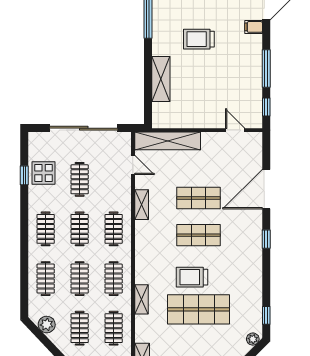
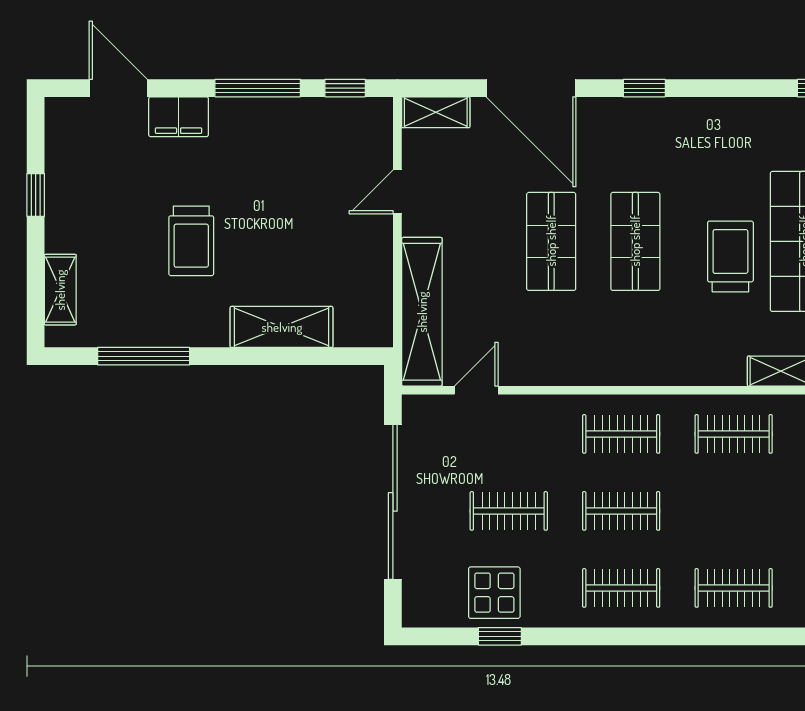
filing cabinet: (254, 27) -> (179, 117), width x2.00
door: (235, 130) -> (397, 192), moved
shelving: (142, 205) -> (436, 112), moved
trolley: (192, 277) -> (730, 256), turned 180
clothes rail: (80, 279) -> (734, 511), removed

